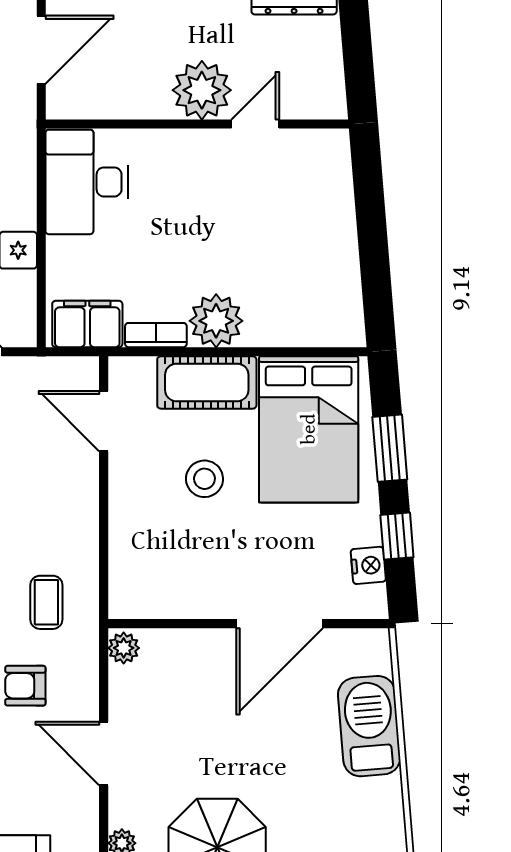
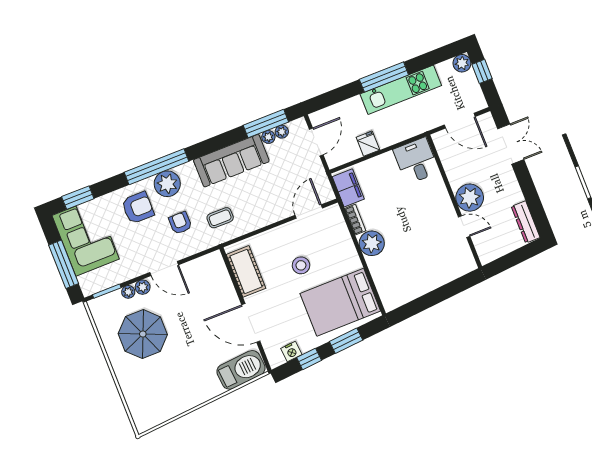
desk: (87, 182) -> (416, 161), width x0.73
cot: (207, 382) -> (246, 271), moved
plant: (124, 648) -> (143, 287), moved
barbecue: (369, 726) -> (241, 370), moved
door: (104, 753) -> (164, 269), swing flipped

